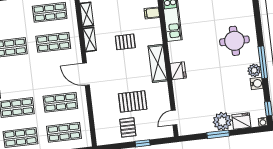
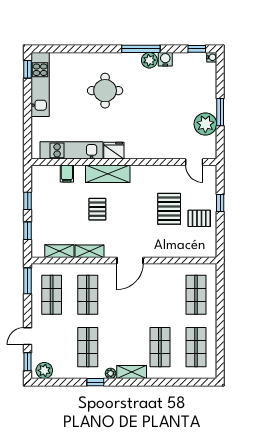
round table: (234, 41) -> (105, 91), moved
shelving: (158, 63) -> (108, 174), moved
fridge: (178, 71) -> (114, 151), moved
shop shelf: (60, 102) -> (160, 295), removed
plant: (222, 121) -> (205, 124), moved
fridge: (241, 121) -> (208, 83), removed

